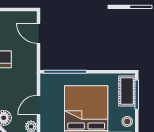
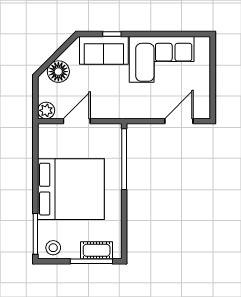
cot: (127, 91) -> (97, 250), width x0.73, depth x0.75
door: (38, 105) -> (77, 121), hinge flipped

